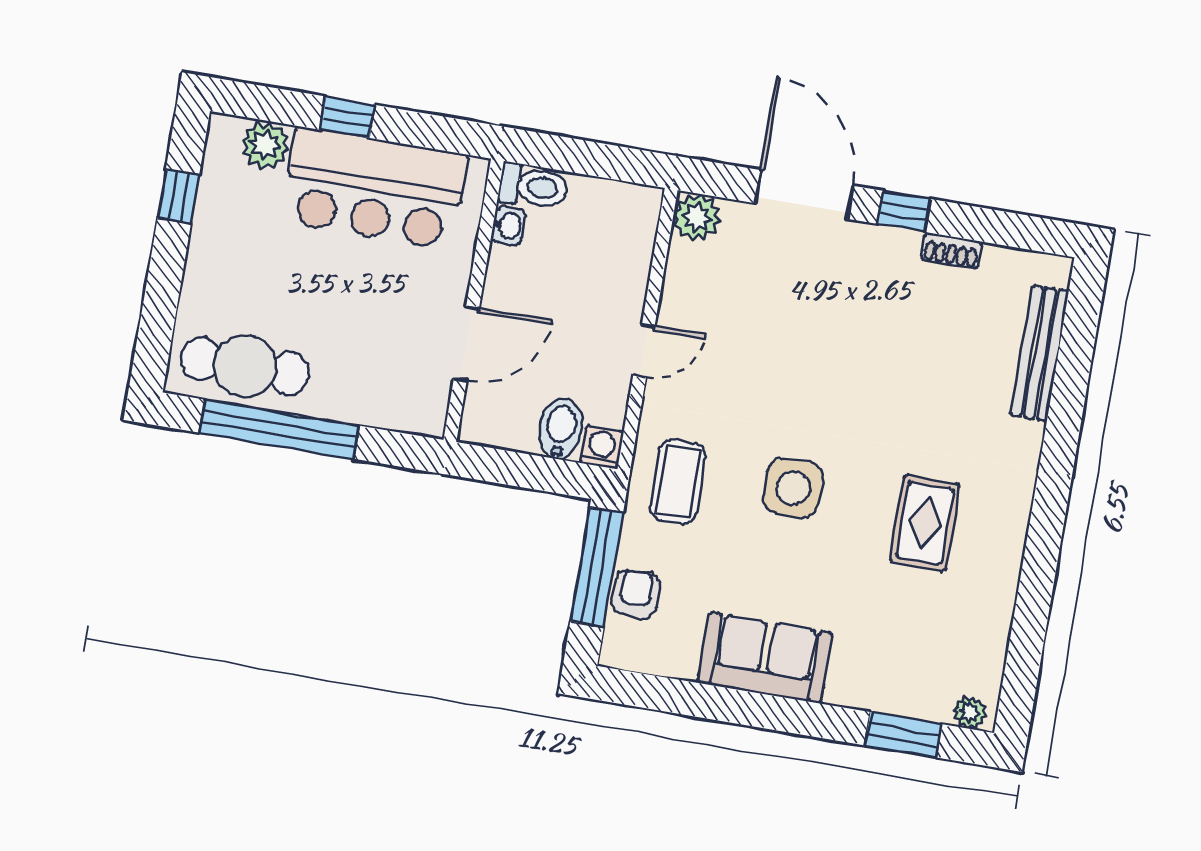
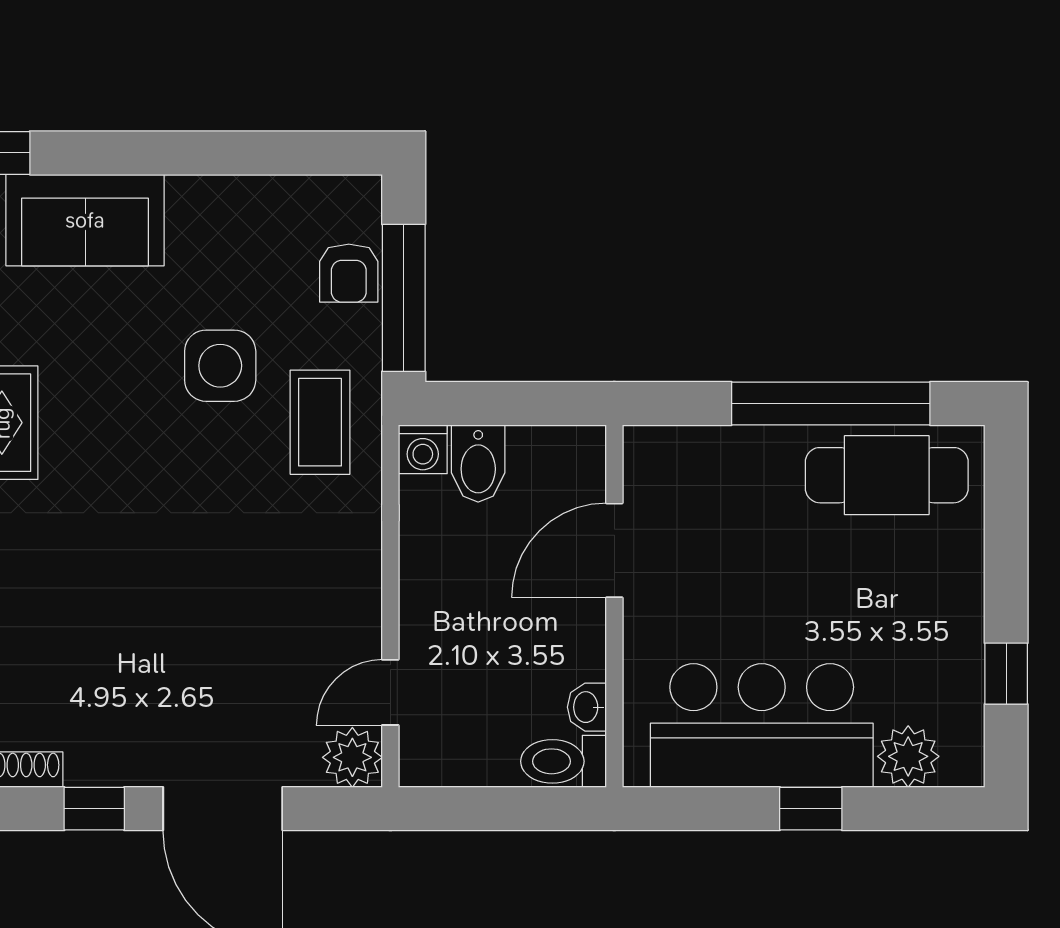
door: (644, 351) -> (390, 692), moved
side table: (793, 488) -> (220, 366), moved
sofa: (765, 658) -> (85, 220), moved

